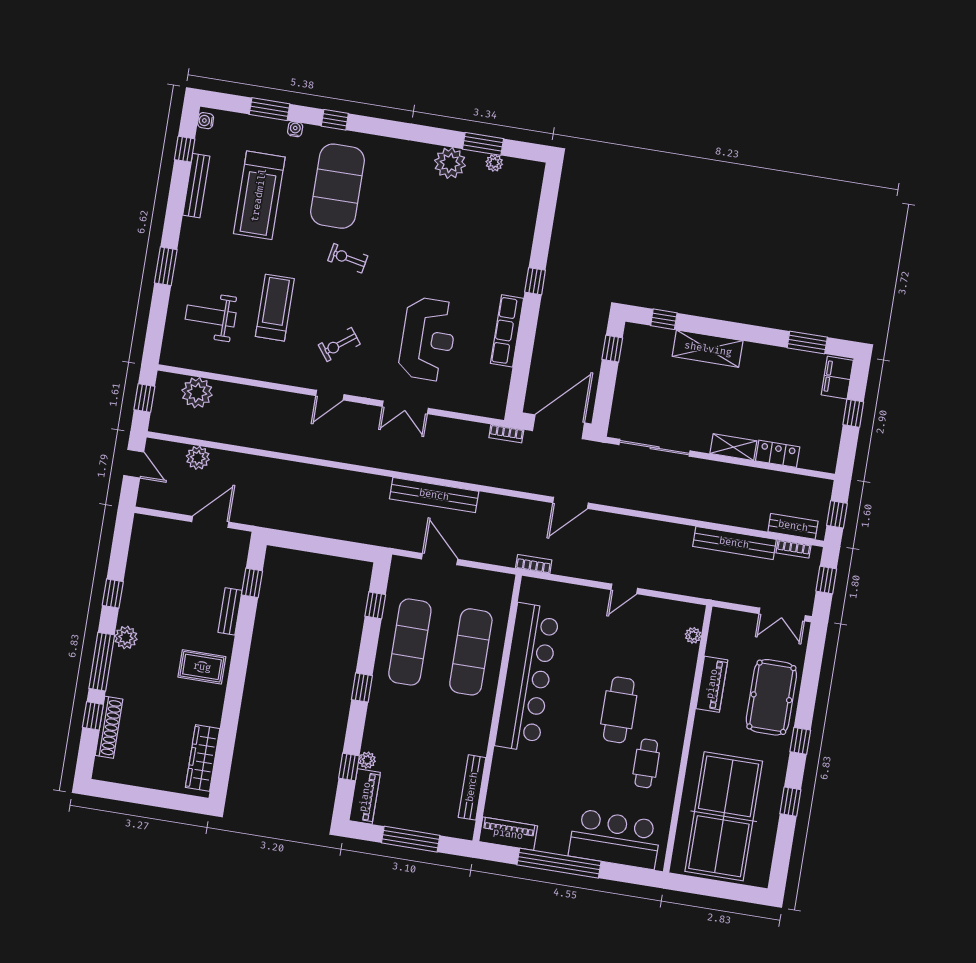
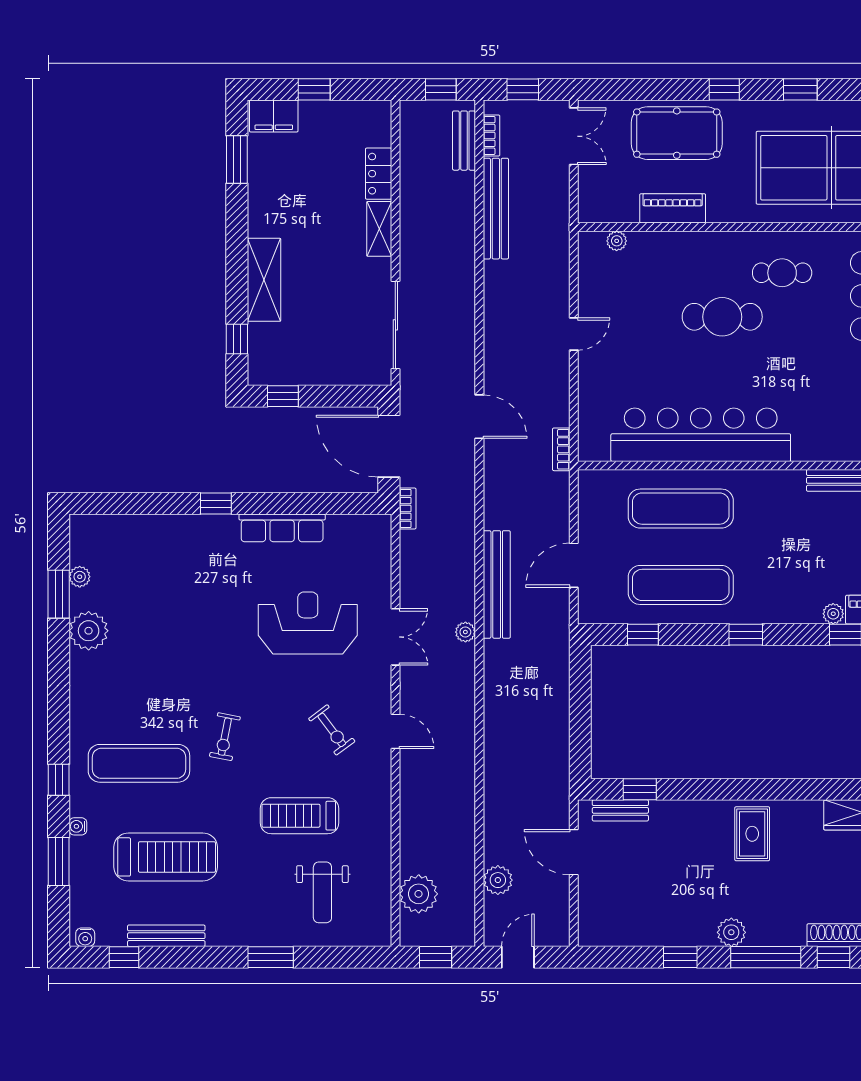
exercise mat: (338, 186) -> (139, 763), width x0.68
plant: (400, 464) -> (465, 632), added
door: (624, 589) -> (574, 334), hinge flipped
bench: (230, 611) -> (620, 810), moved

